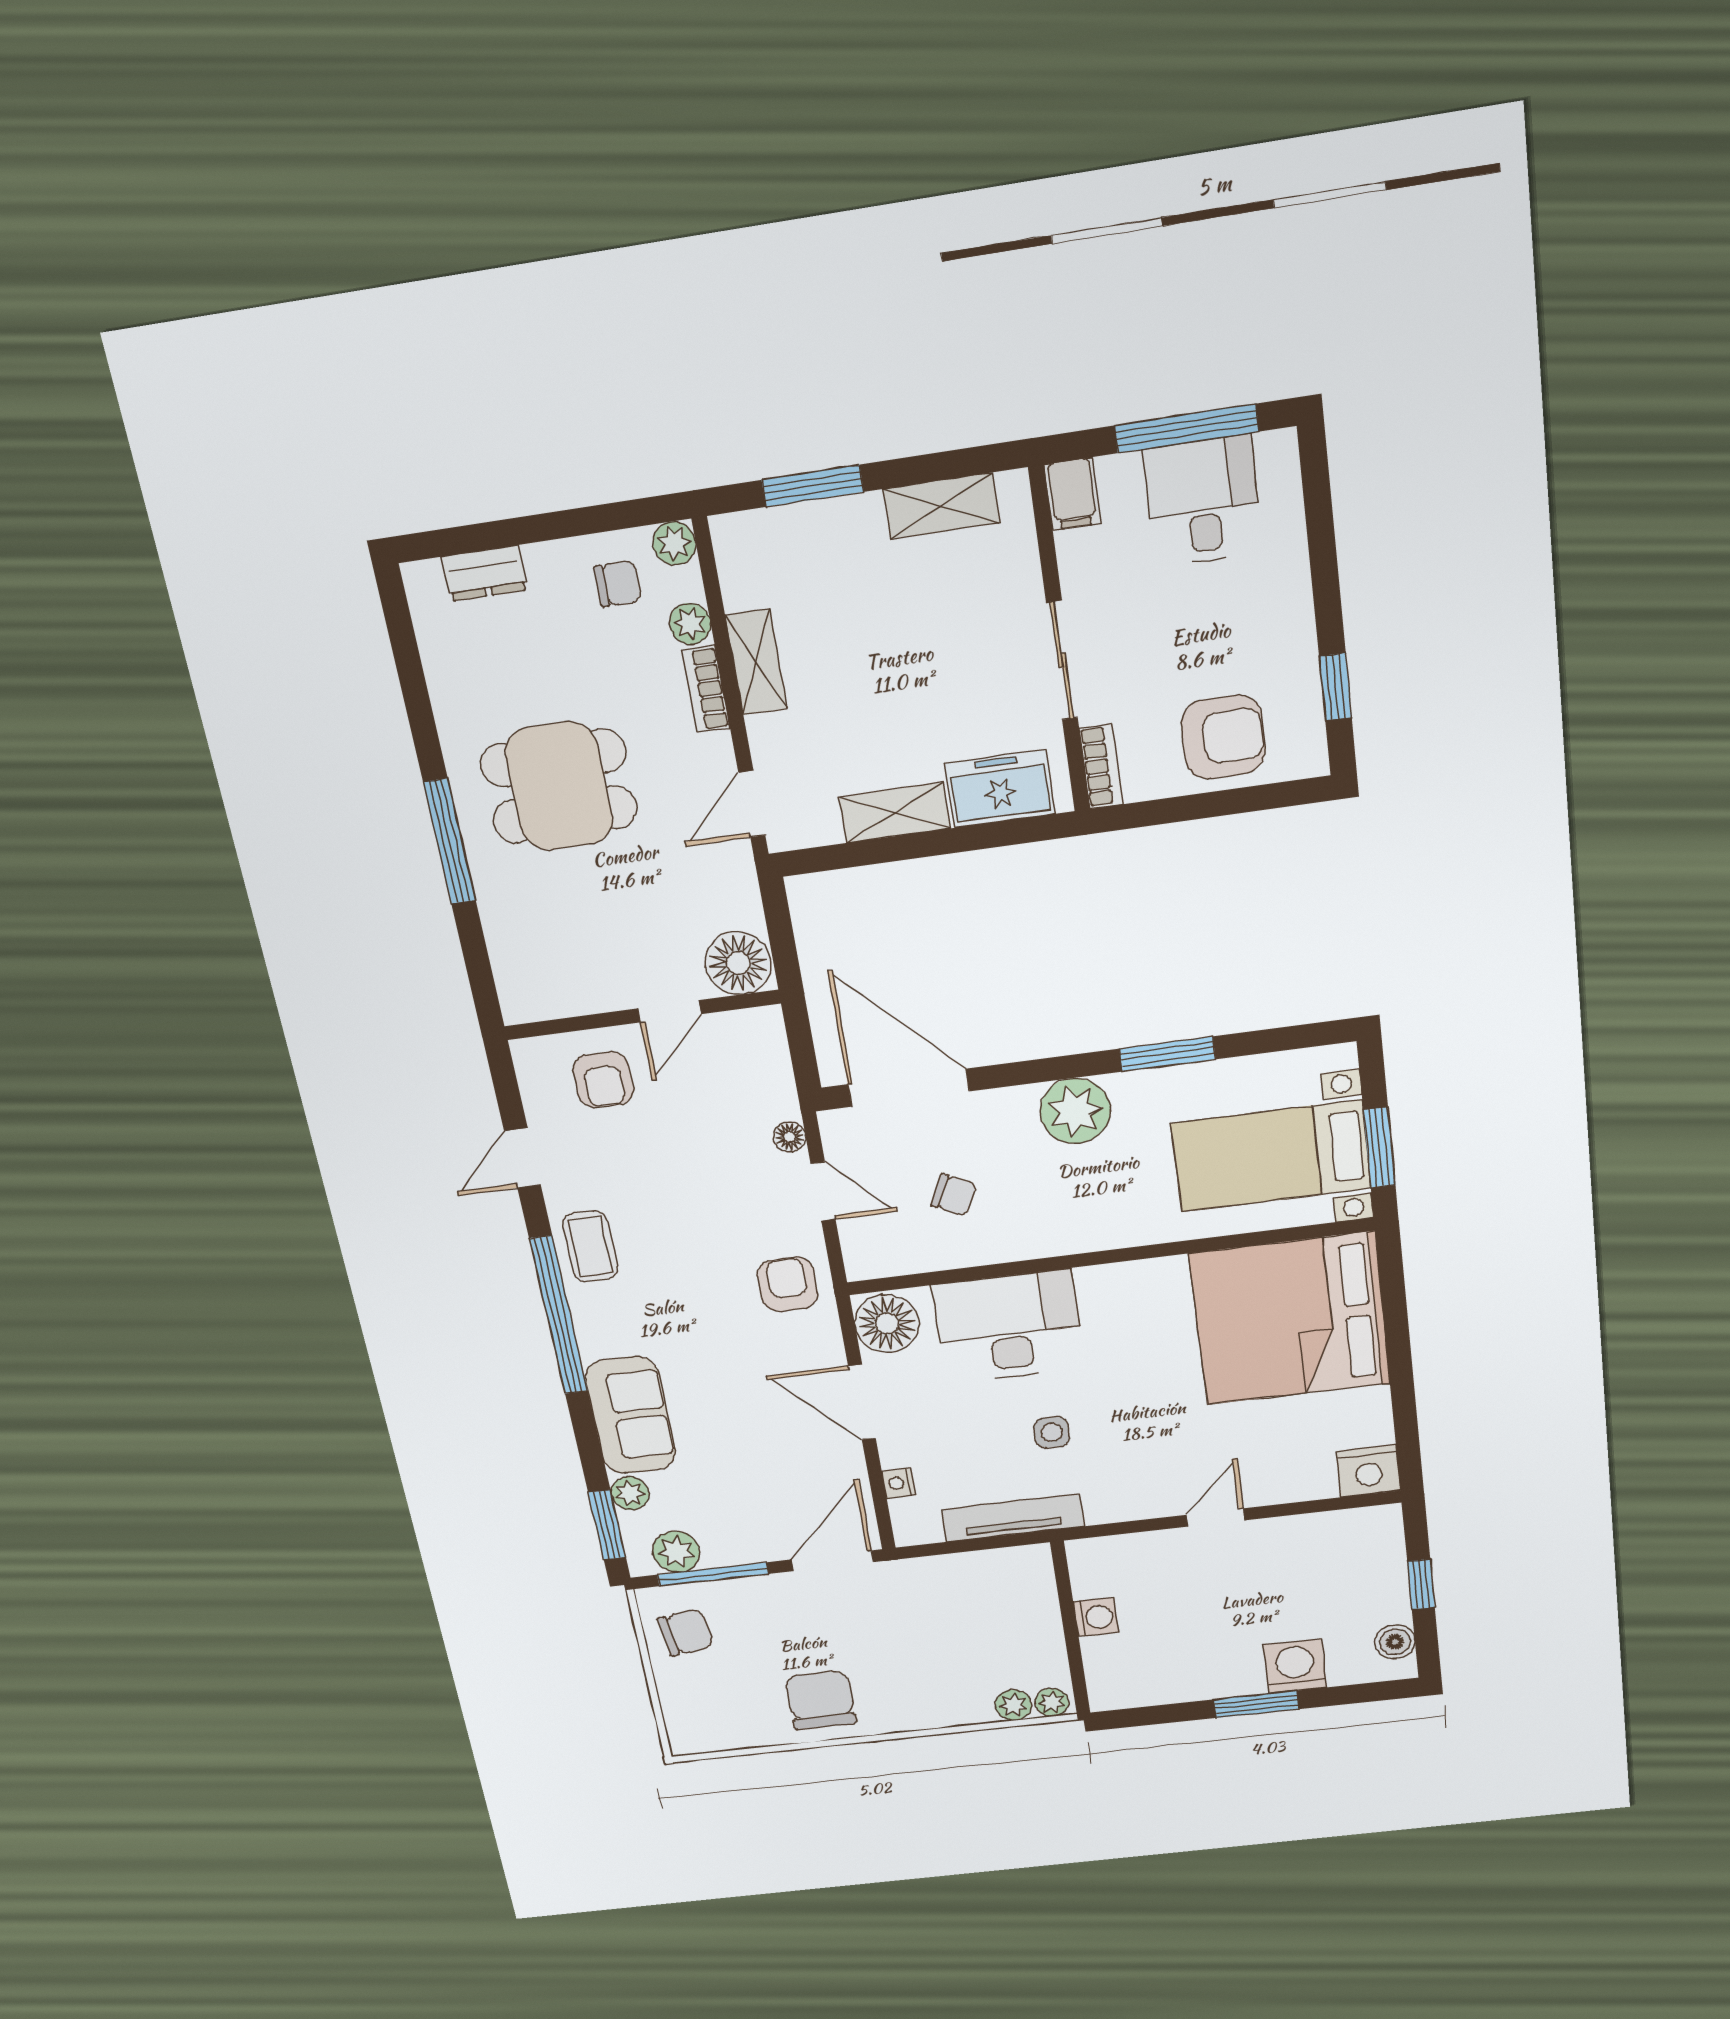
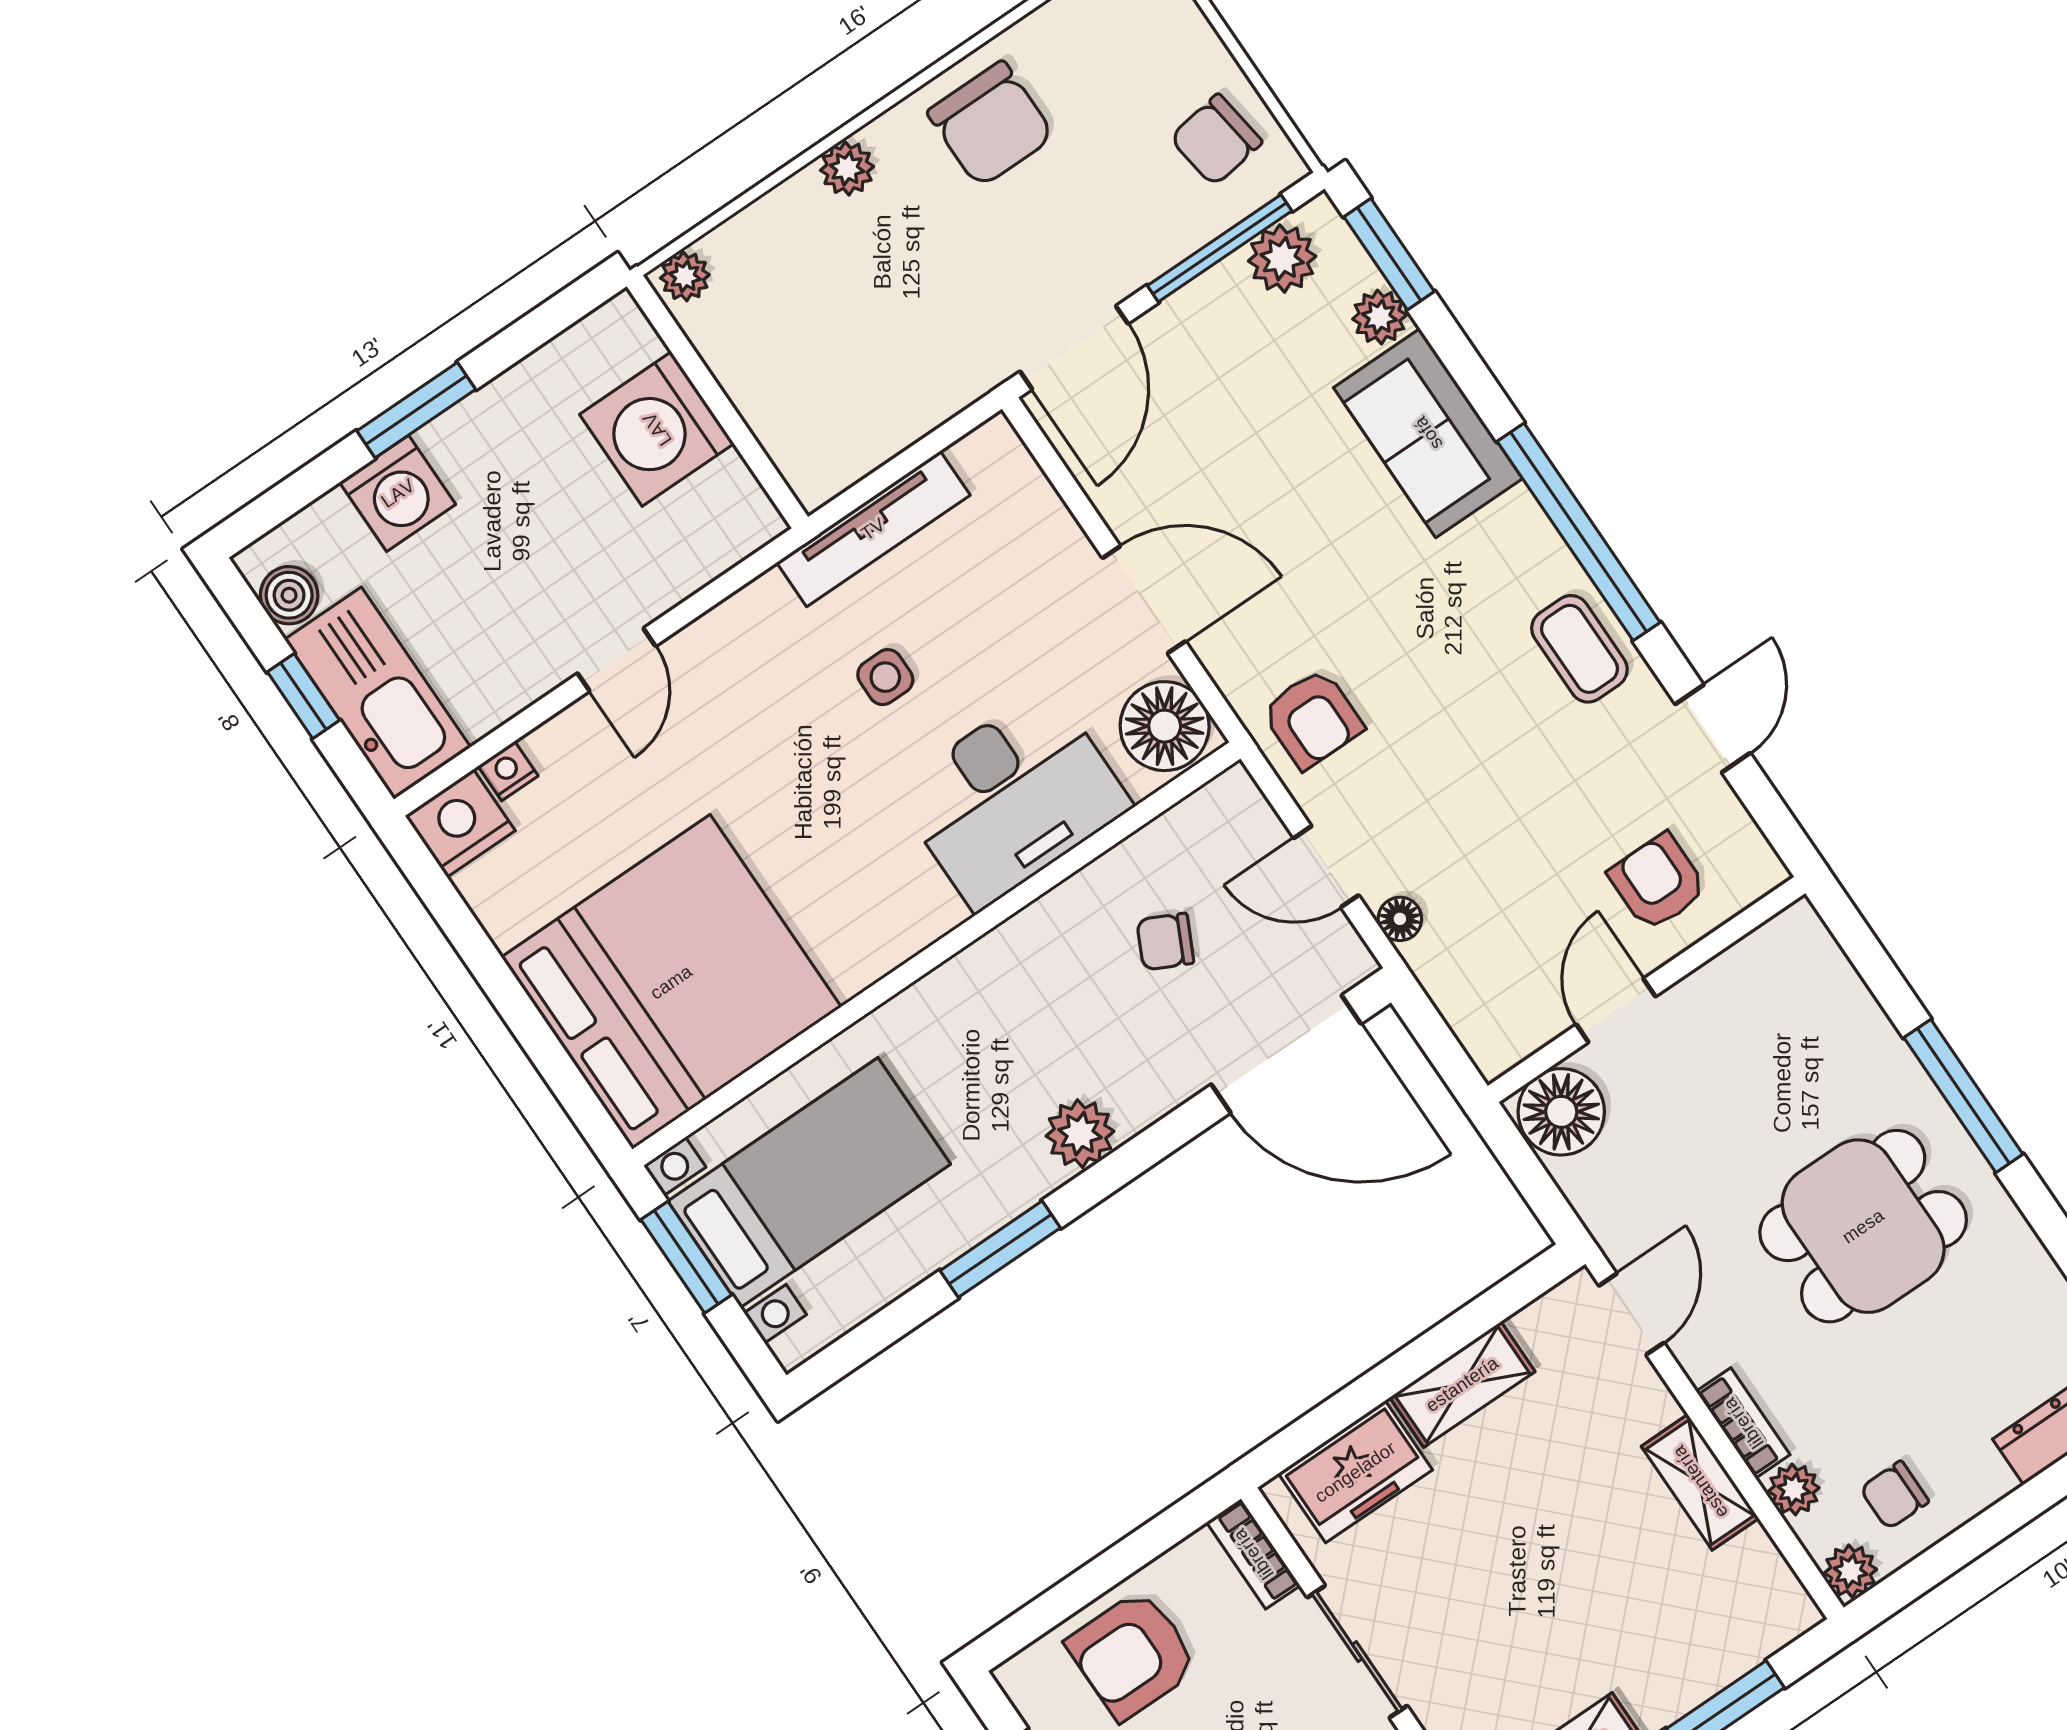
plant: (1075, 1111) -> (1080, 1134), width x0.73, depth x0.73
nightstand: (899, 1483) -> (508, 771), moved, turned -90
kitchen sink: (1375, 1565) -> (378, 693), added
washing machine: (1096, 1617) -> (657, 429), width x1.89, depth x1.89
plant: (1014, 1705) -> (847, 168), moved

